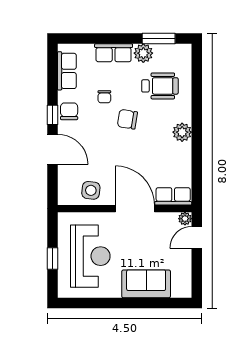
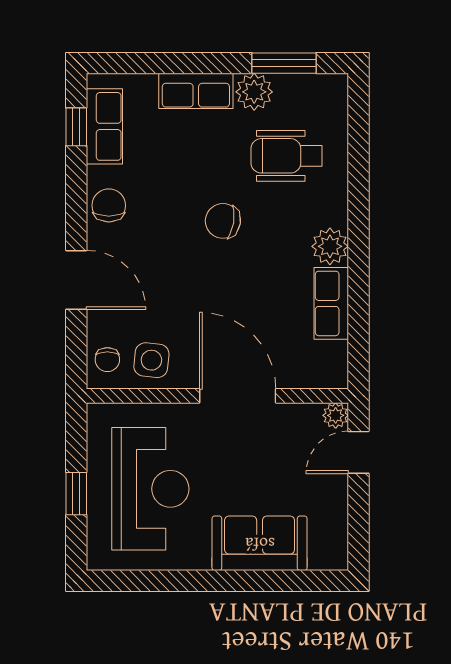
wheelchair: (160, 86) -> (287, 156), turned 180
chair: (104, 97) -> (107, 360), moved
window: (52, 115) -> (76, 127), moved
row of seats: (173, 196) -> (331, 303), moved, turned -90

